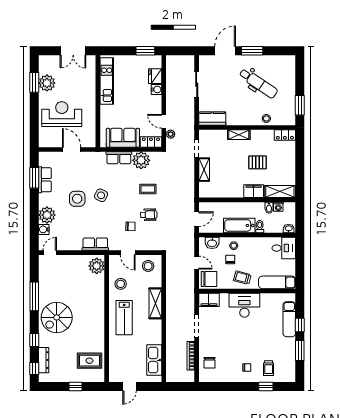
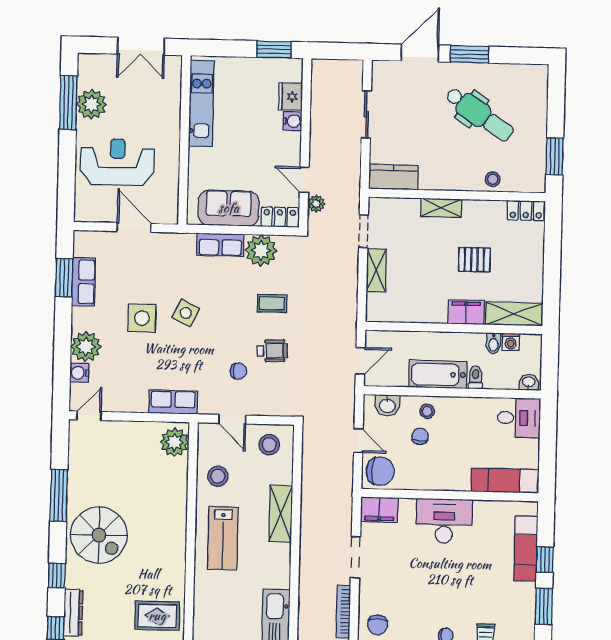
window: (34, 82) -> (68, 103), width x1.44
trolley: (242, 278) -> (441, 470), removed
spiral stairs: (57, 317) -> (99, 535), turned -90

